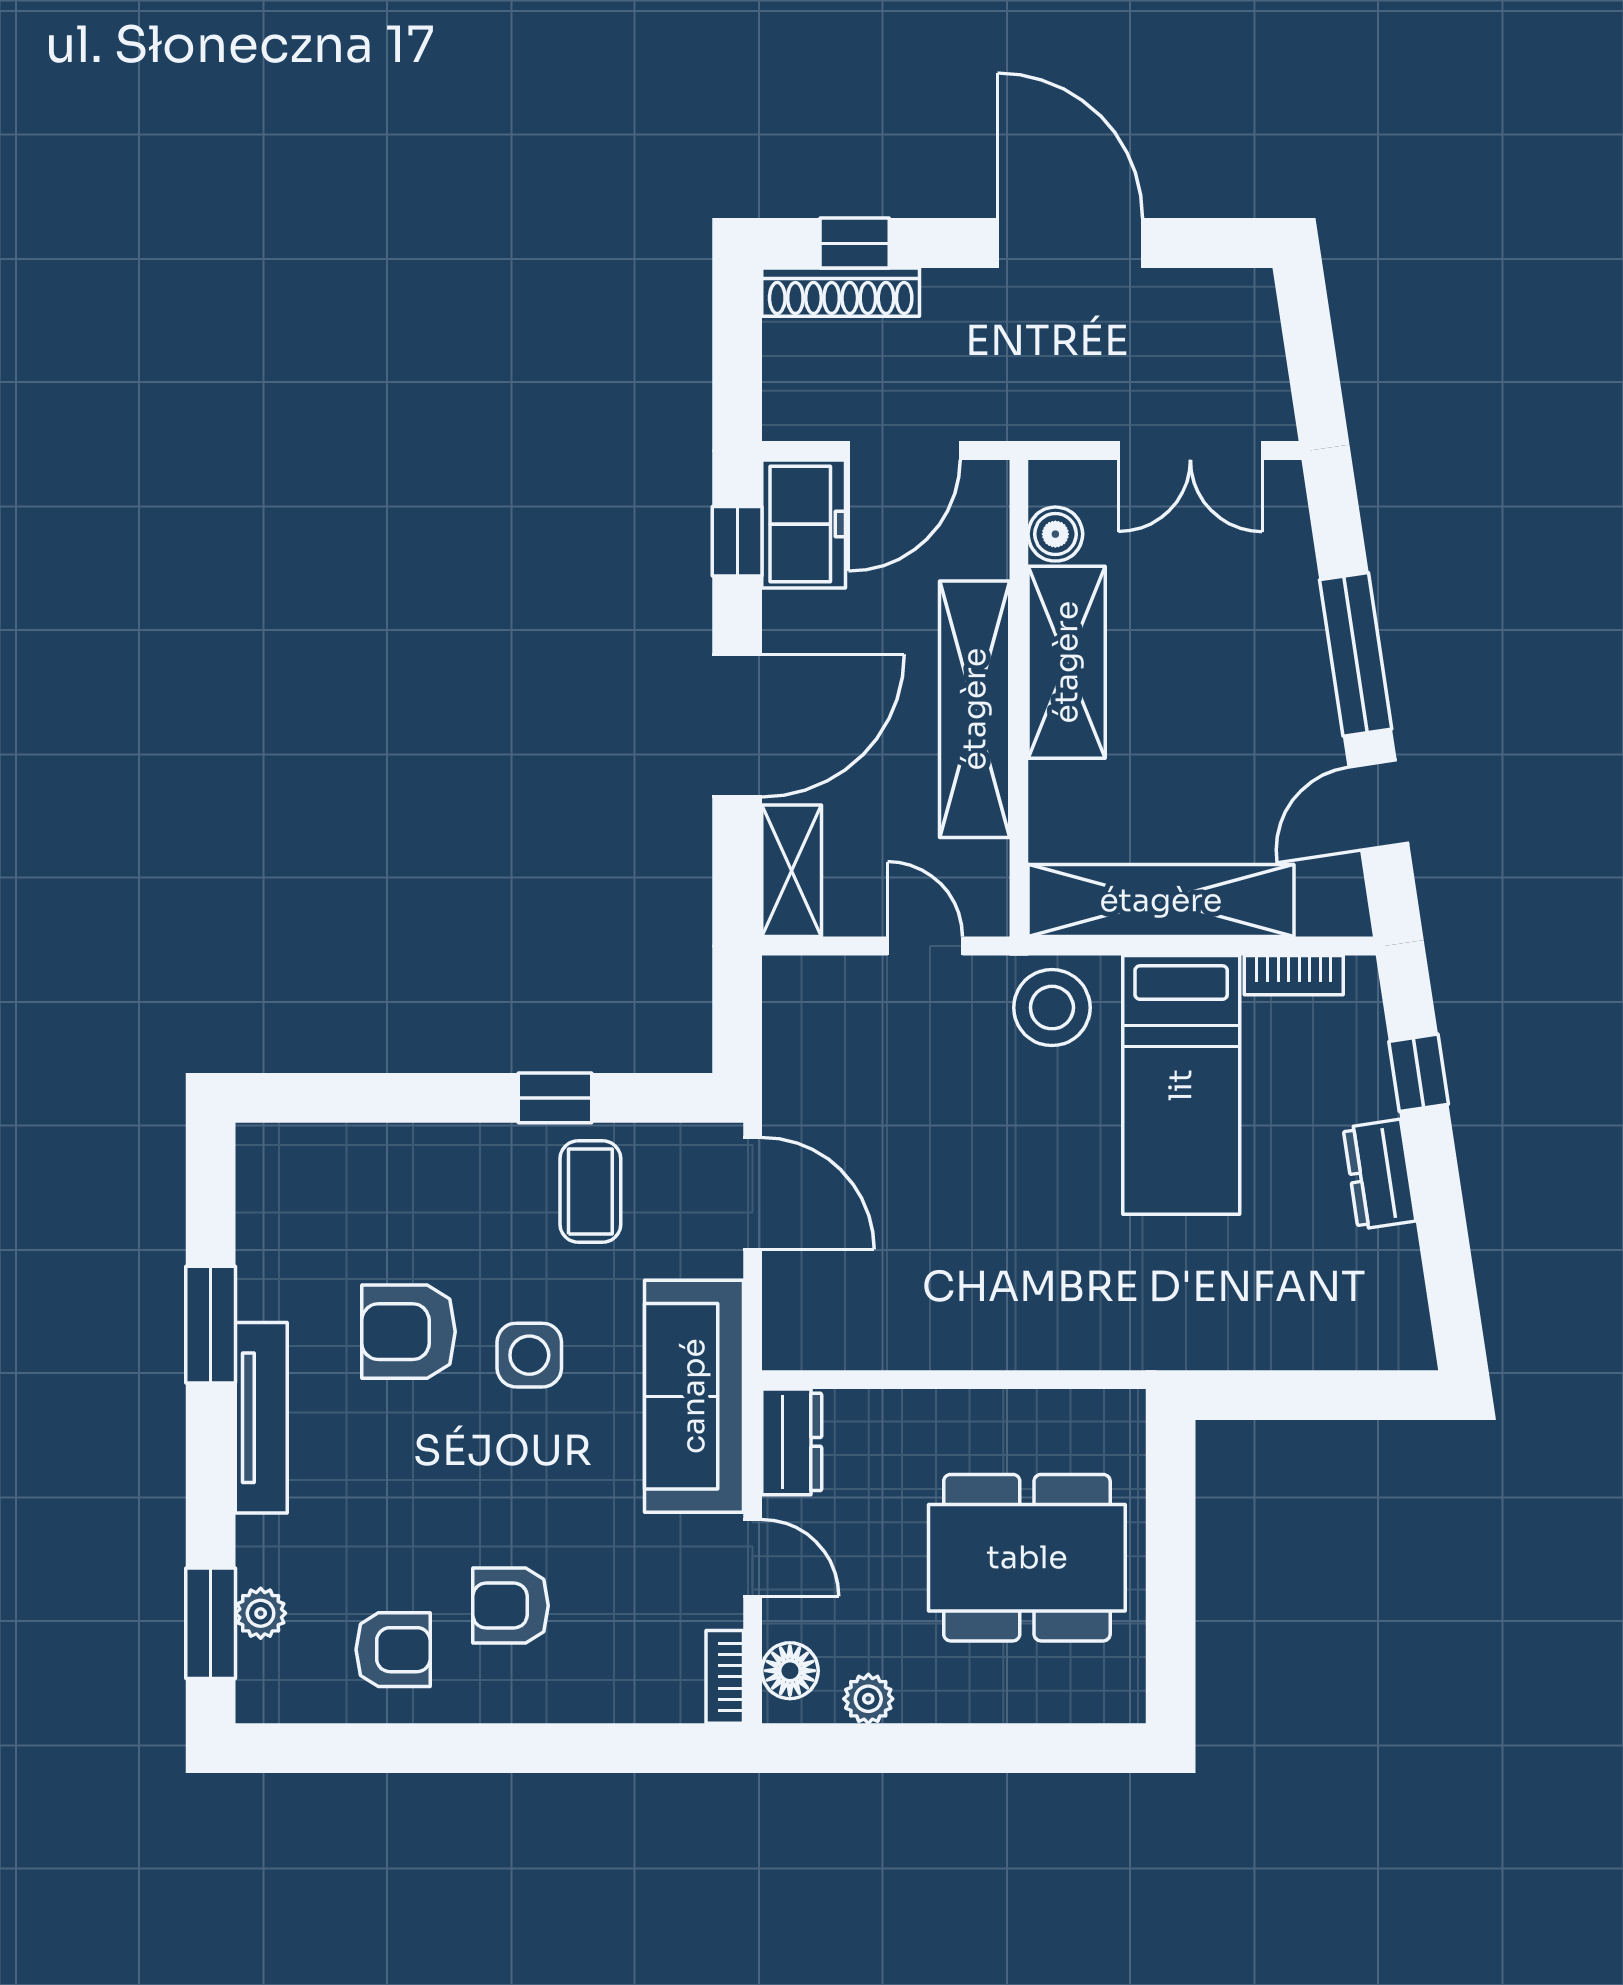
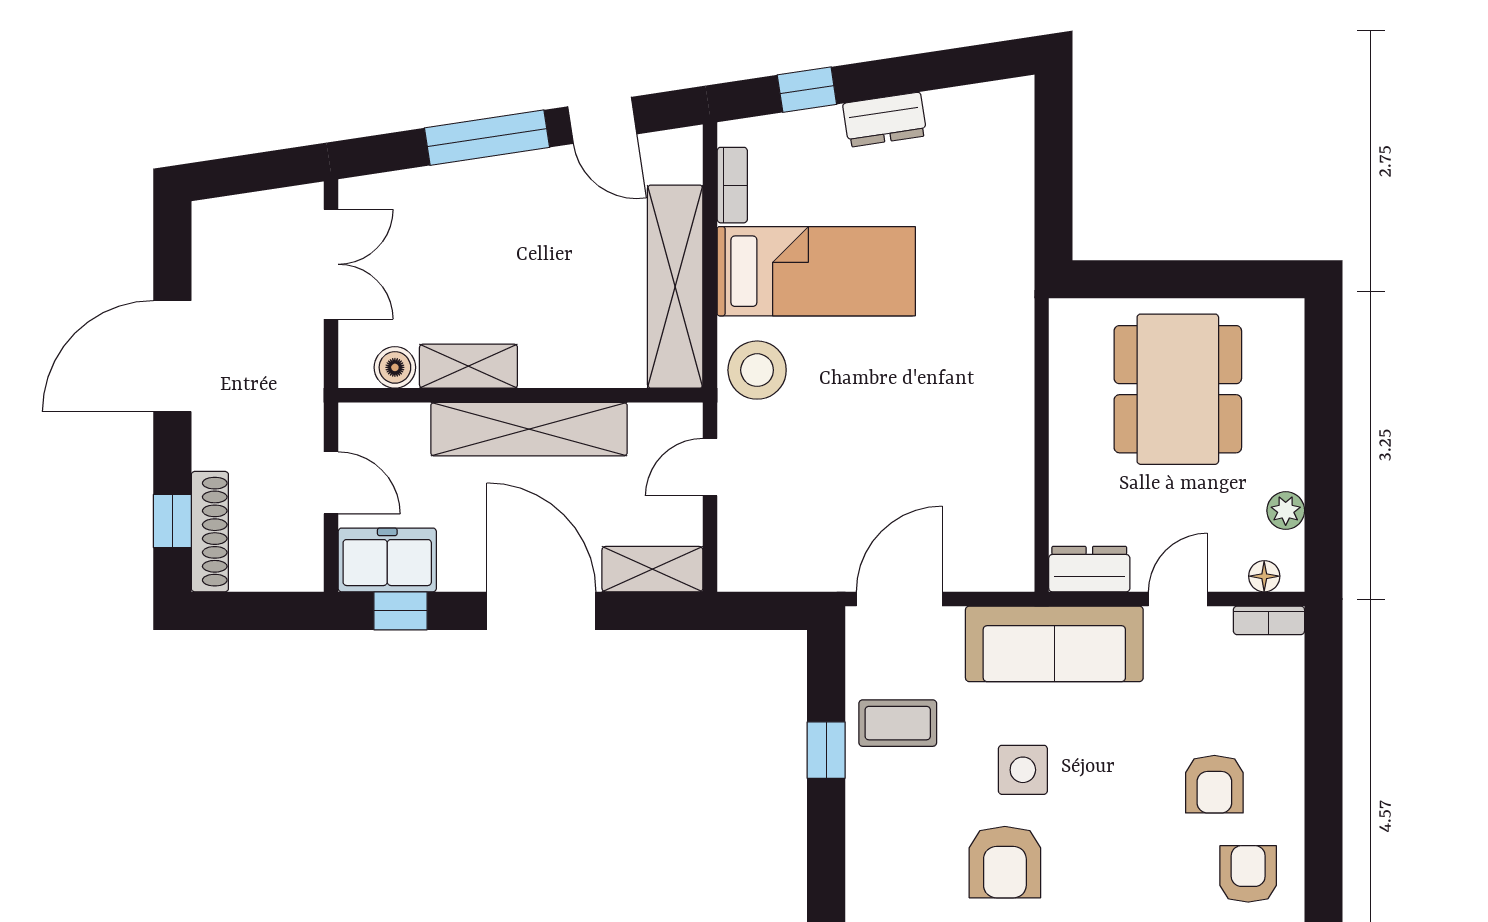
door: (904, 451) -> (331, 483), width x0.73
shelving: (1067, 662) -> (468, 366), width x0.67, depth x0.75
floor lamp: (790, 1671) -> (1264, 576), width x0.73, depth x0.73

